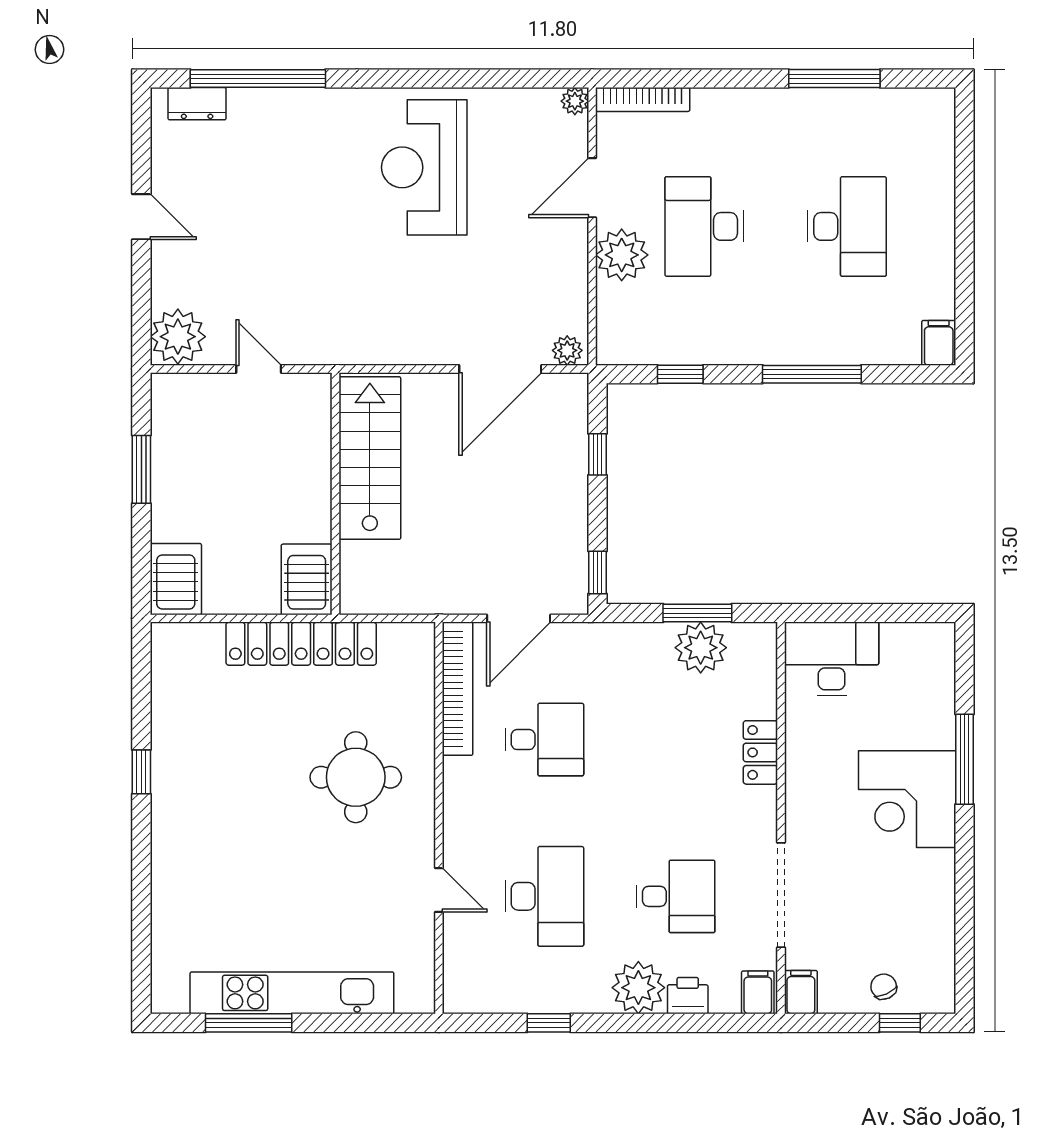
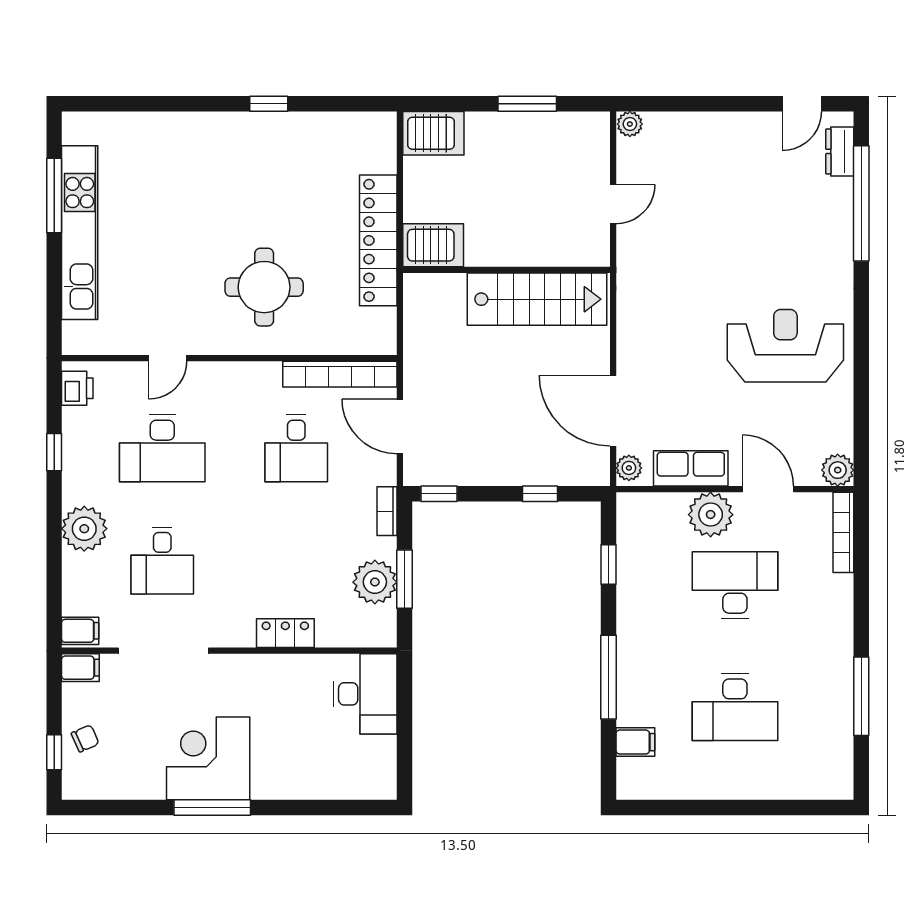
plant: (575, 101) -> (838, 470), width x1.38, depth x1.38
door: (141, 217) -> (802, 104), moved
row of seats: (568, 278) -> (691, 468), added
plant: (178, 337) -> (630, 124), width x0.53, depth x0.53
filing cabinet: (939, 343) -> (635, 742), moved
bookcase: (618, 633) -> (387, 511), added
window: (964, 759) -> (212, 808), moved
corner desk: (907, 799) -> (208, 758), moved
printer: (688, 996) -> (77, 388), moved

